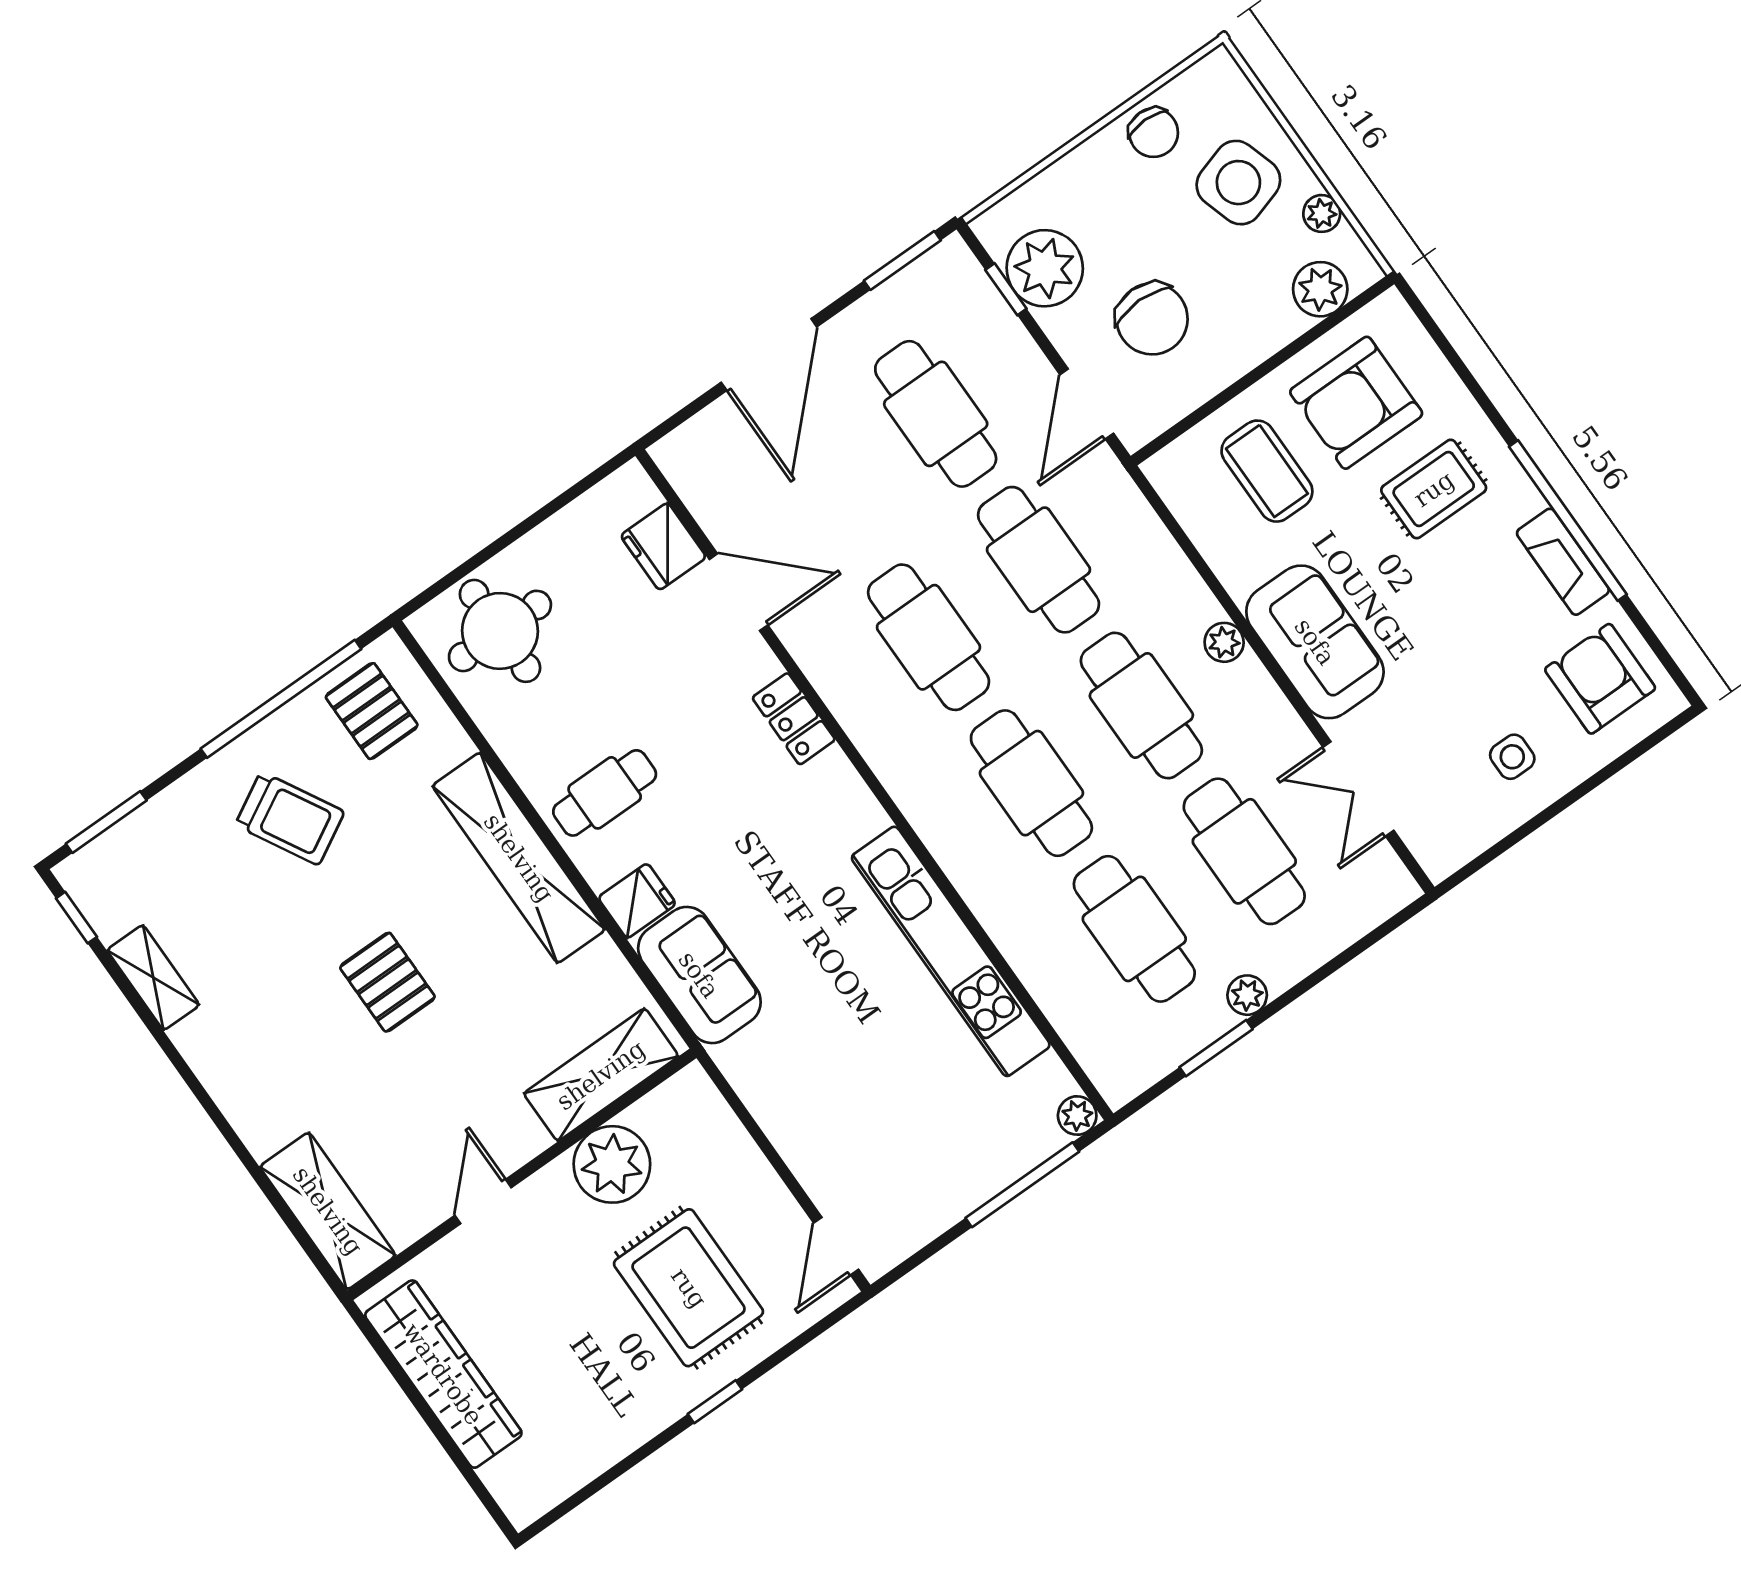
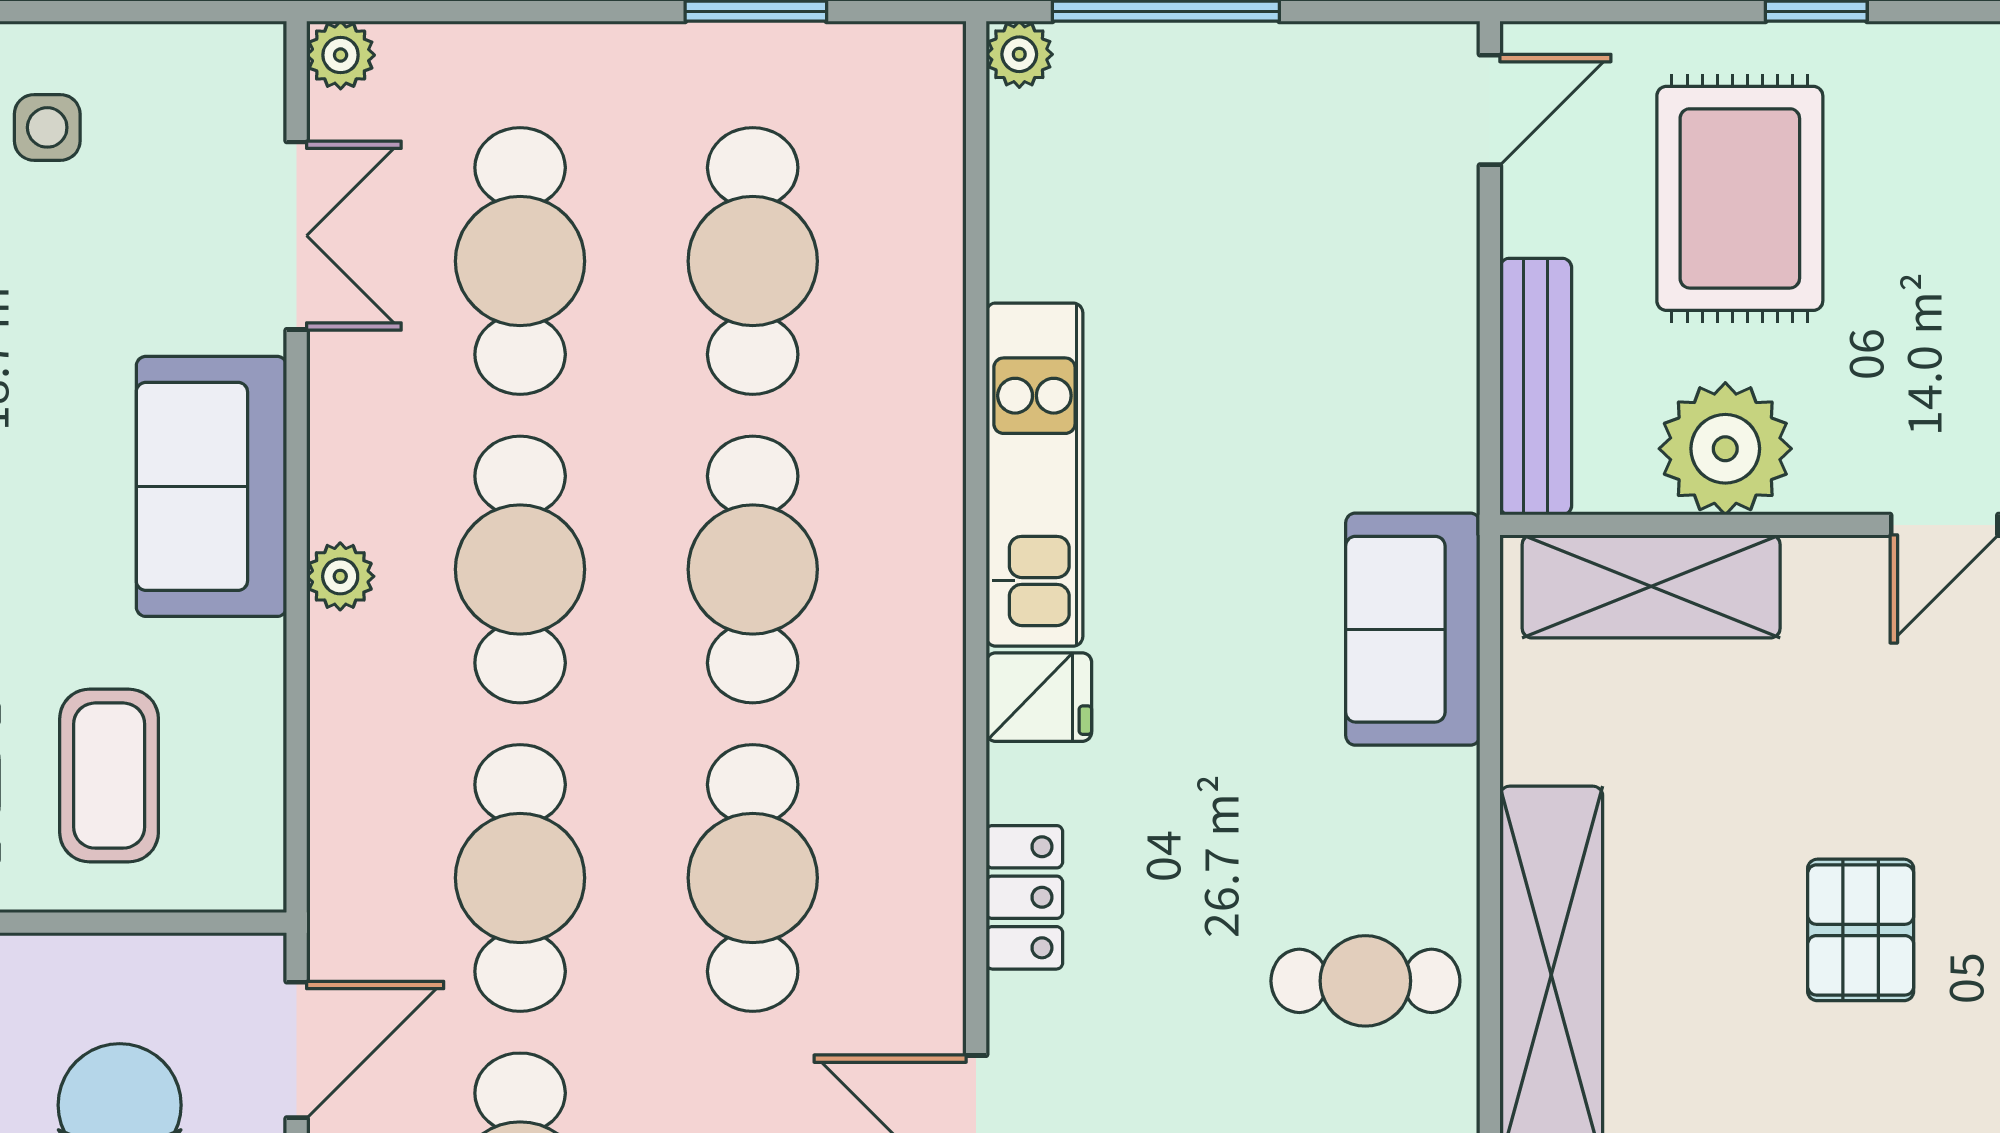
fridge: (637, 901) -> (1039, 697), moved, turned 180
kitchen unit: (951, 951) -> (1034, 475), width x0.73
plant: (1247, 995) -> (341, 55), moved
bench: (722, 1131) -> (1536, 387), added

